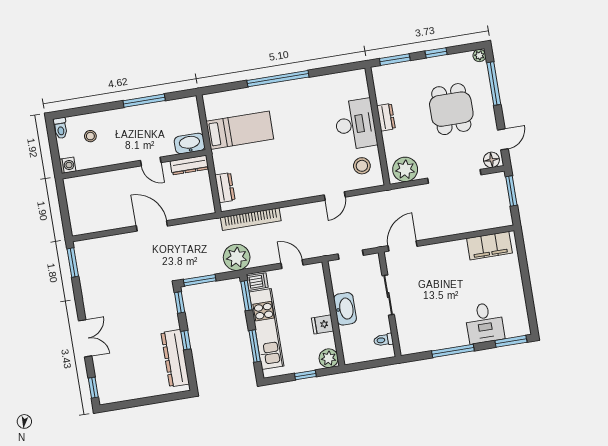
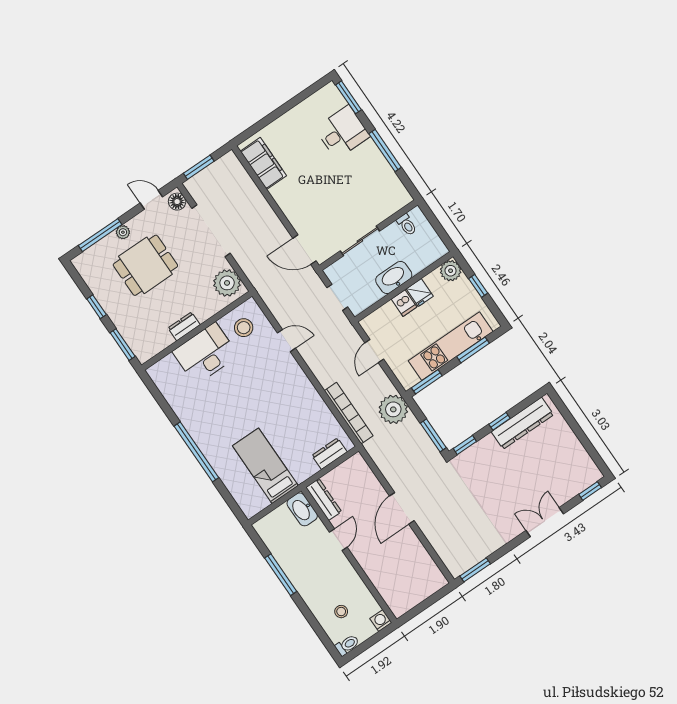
plant: (479, 55) -> (123, 232), moved
dishwasher: (257, 282) -> (404, 303), moved, turned 180

